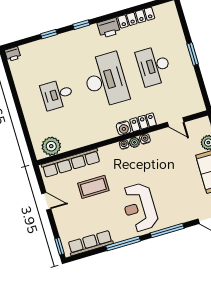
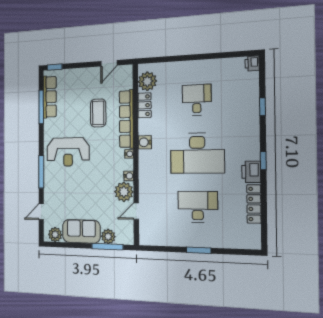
window: (81, 25) -> (263, 161), moved
locker: (143, 122) -> (145, 105), moved
water cooler: (124, 128) -> (145, 142), moved
plant: (134, 142) -> (124, 192), moved, width x1.88, depth x1.88
row of seats: (71, 163) -> (126, 119), moved
door: (46, 201) -> (109, 63), moved
reception desk: (139, 207) -> (68, 152), turned 180
window: (123, 244) -> (41, 107), moved

